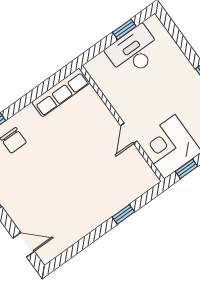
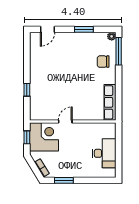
window: (124, 29) -> (119, 156), removed
door: (129, 133) -> (65, 121), hinge flipped

